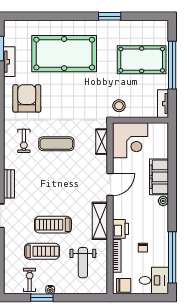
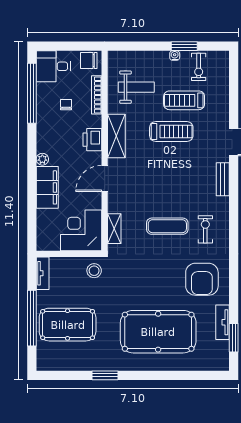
printer: (120, 229) -> (92, 140), moved
weight bench: (83, 263) -> (136, 87), turned 90

